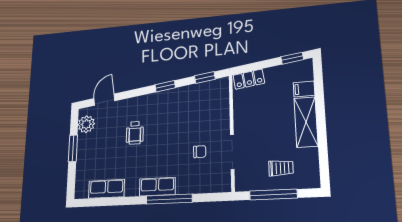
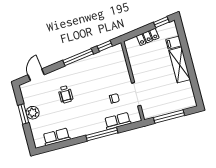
locker: (249, 79) -> (148, 37), moved
window: (165, 86) -> (78, 57), width x2.17
plant: (86, 124) -> (33, 113), moved
trolley: (281, 168) -> (170, 99), removed
row of seats: (157, 187) -> (118, 121), moved

